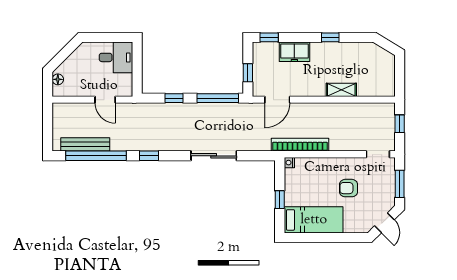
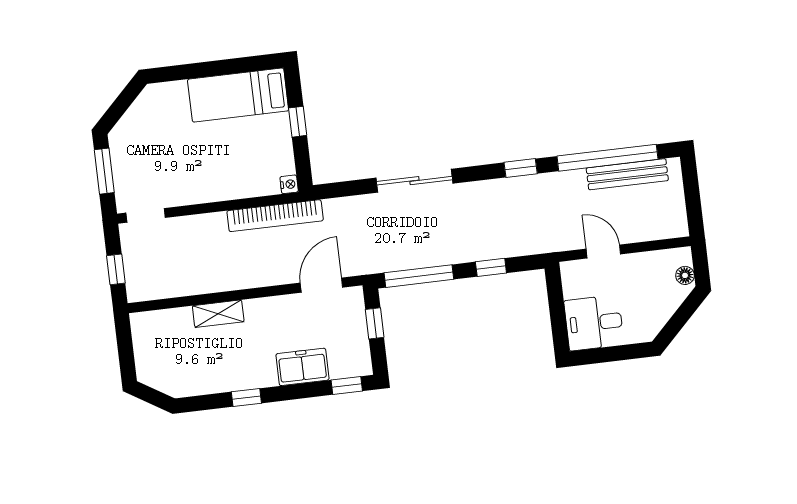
armchair: (349, 188) -> (187, 154), removed
door: (384, 223) -> (121, 104), removed

